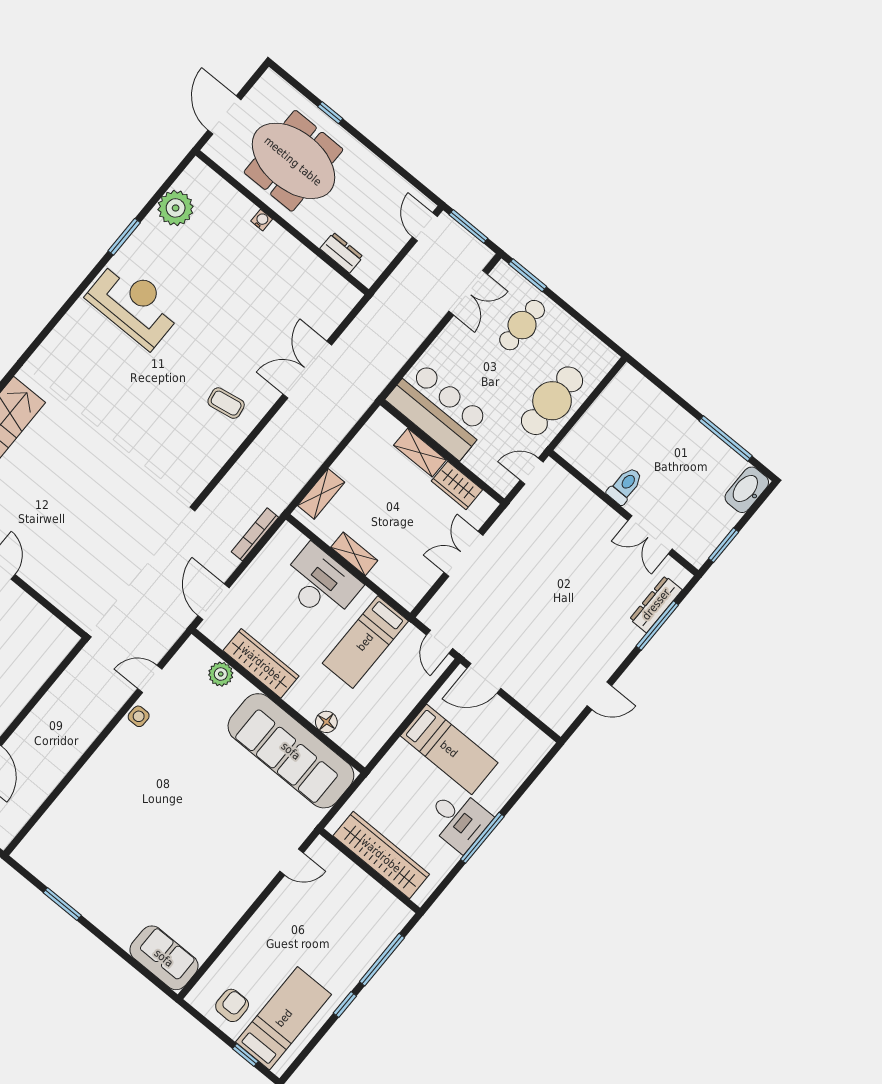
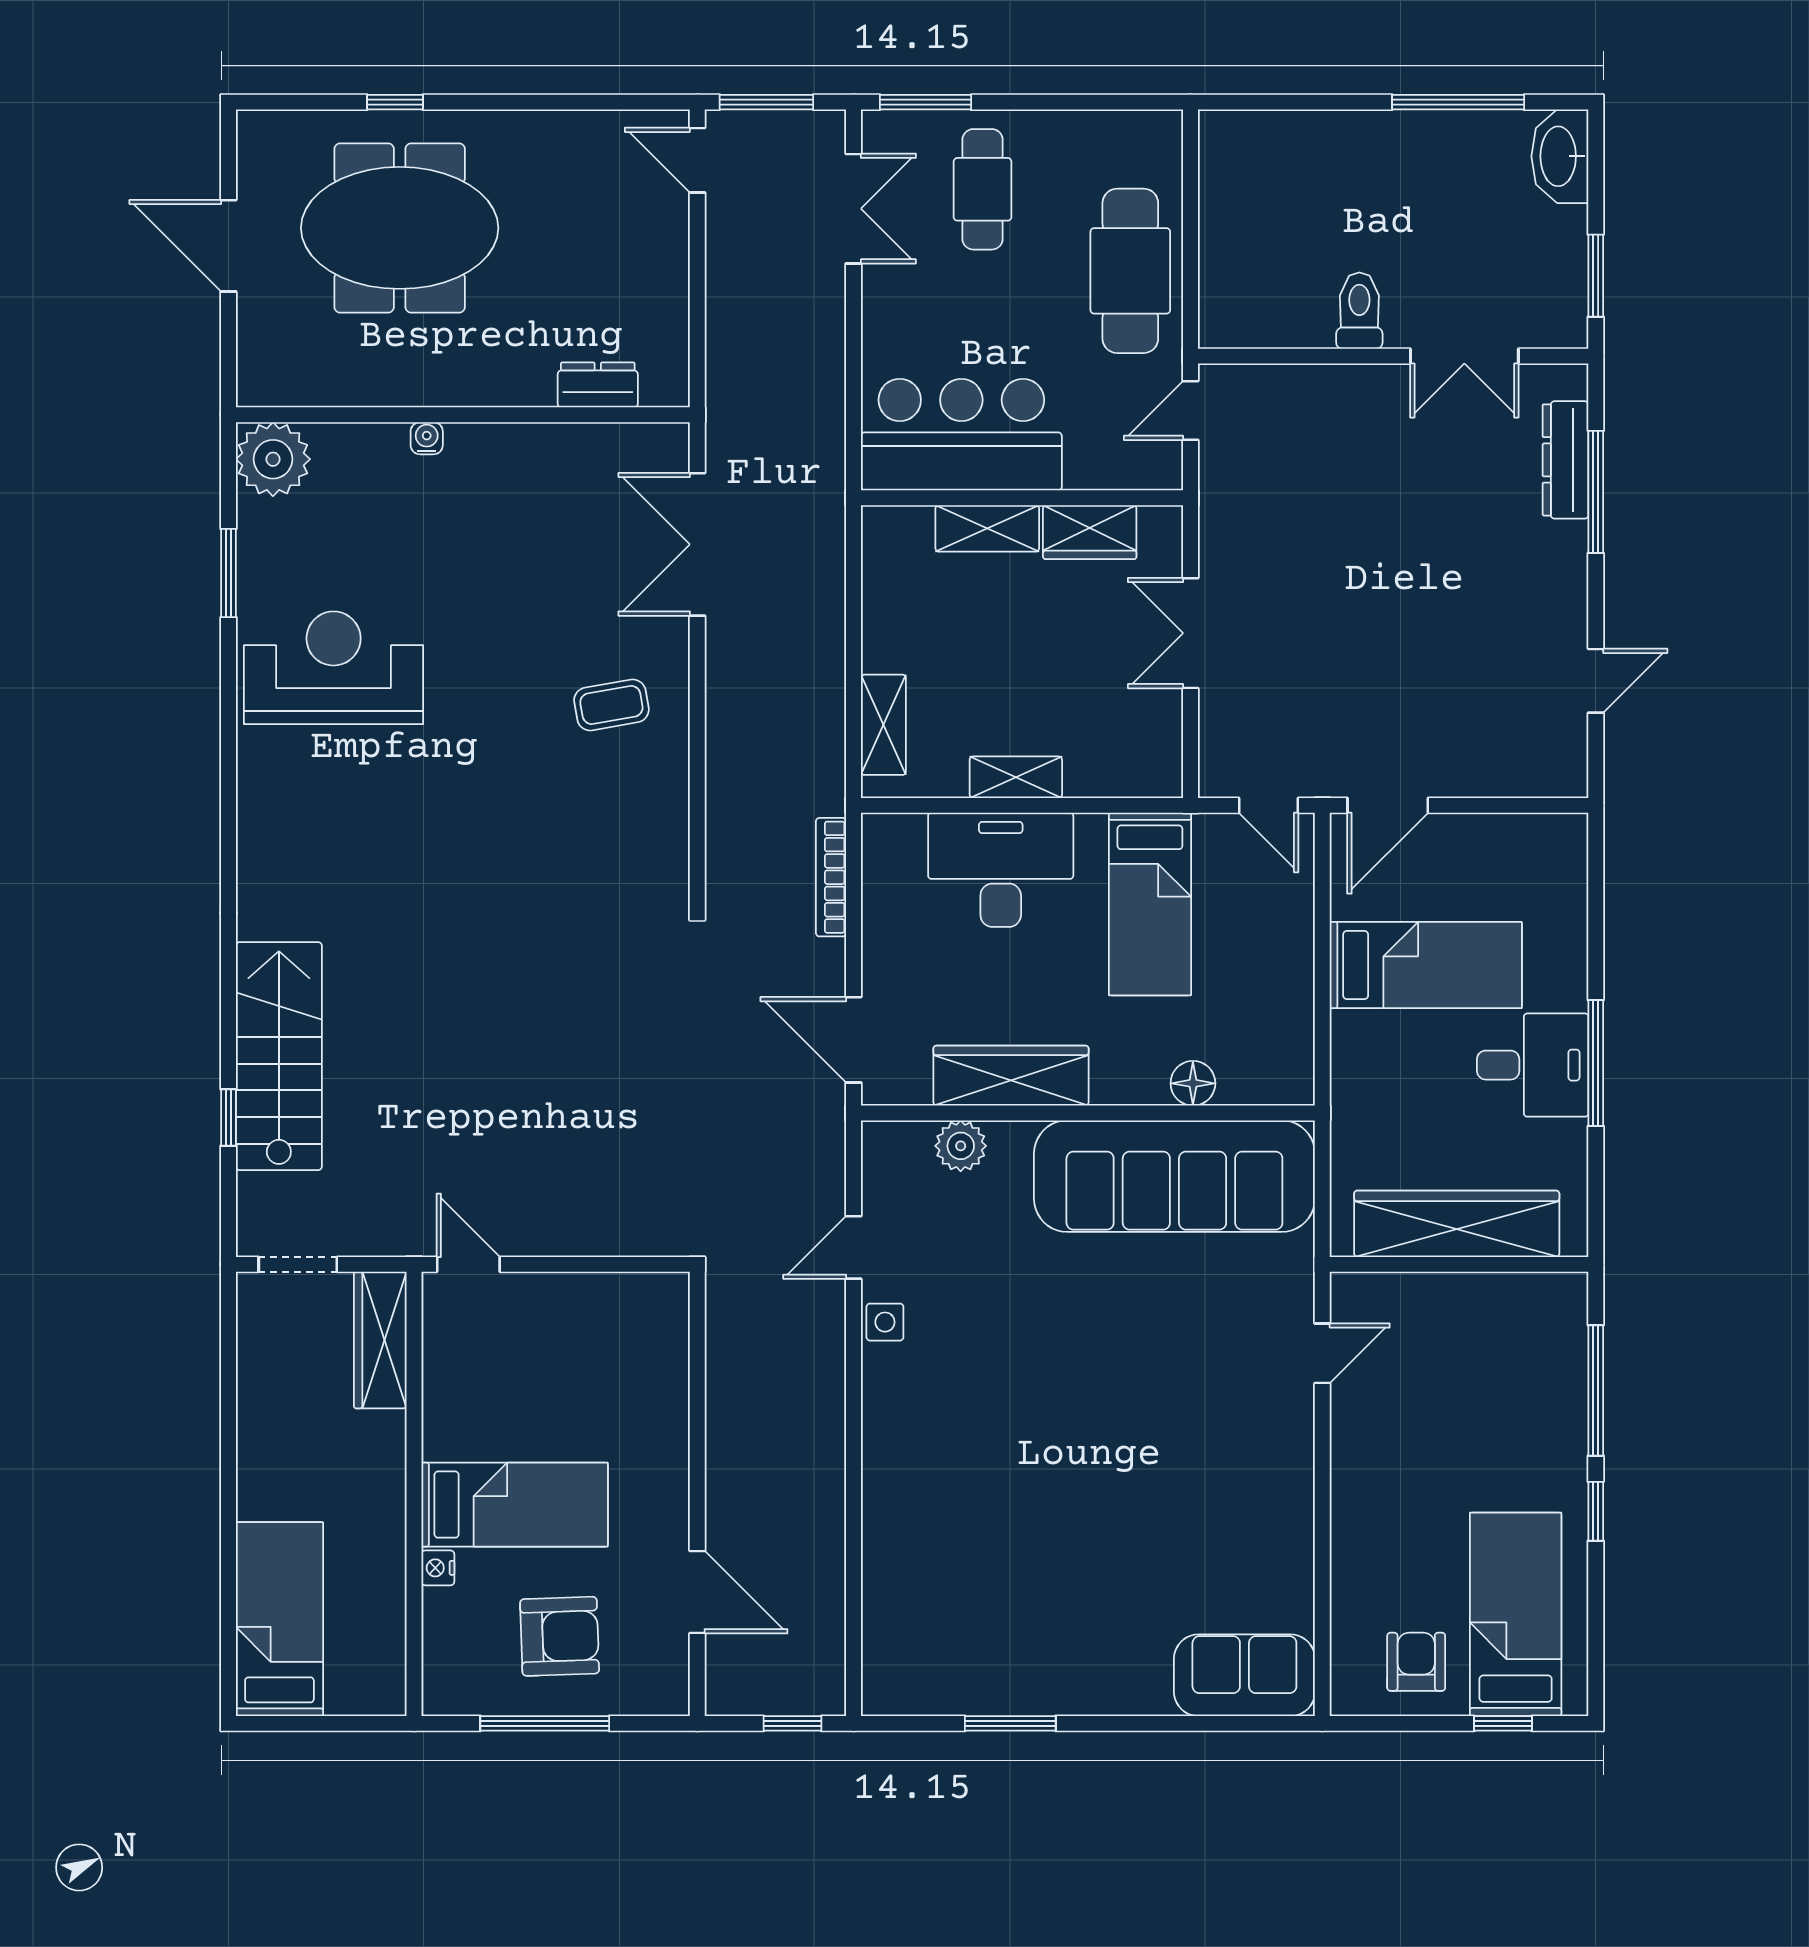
water cooler: (262, 220) -> (427, 438), moved
wall: (282, 222) -> (463, 415), moved
dresser: (342, 253) -> (598, 385), moved

